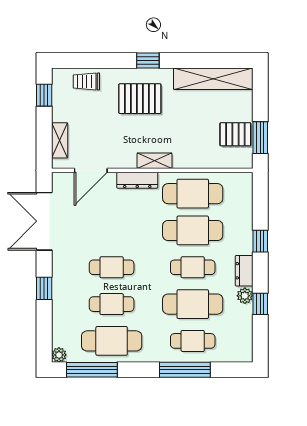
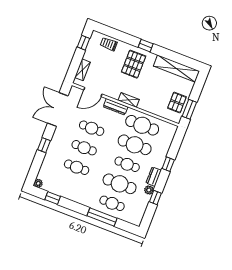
pallet: (140, 99) -> (134, 64), turned 90
pallet: (235, 134) -> (177, 103), turned 90
cafe table: (112, 341) -> (92, 128), moved, width x0.73, depth x0.74
window: (92, 370) -> (53, 198), width x0.46

